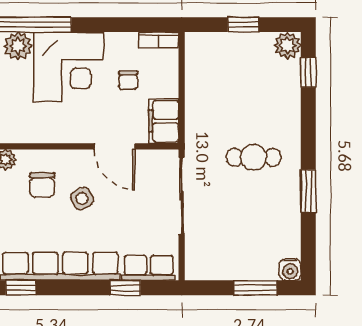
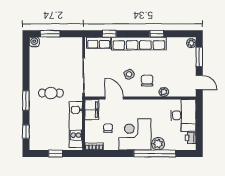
plant: (287, 45) -> (35, 144), removed
kitchen unit: (199, 88) -> (76, 125), added
window: (308, 191) -> (26, 101), moved

